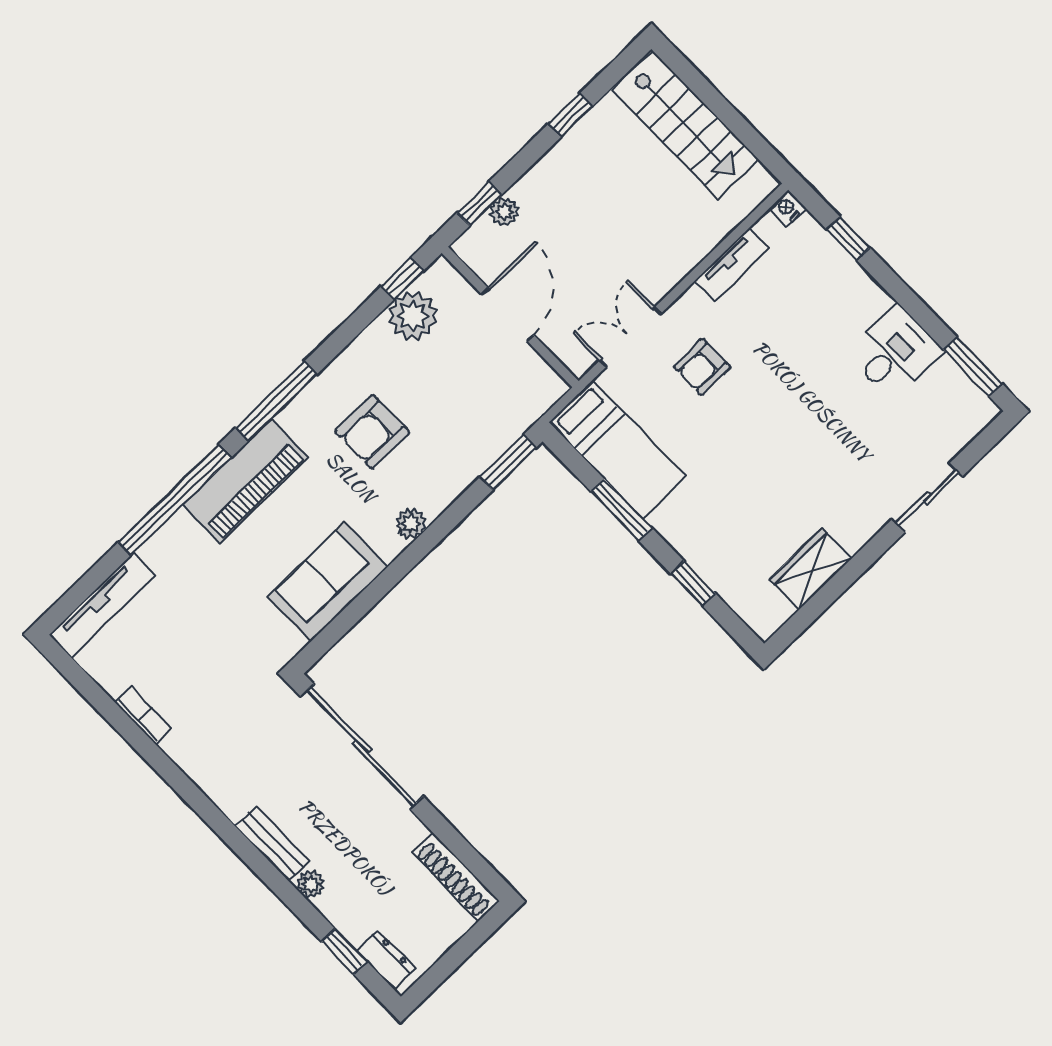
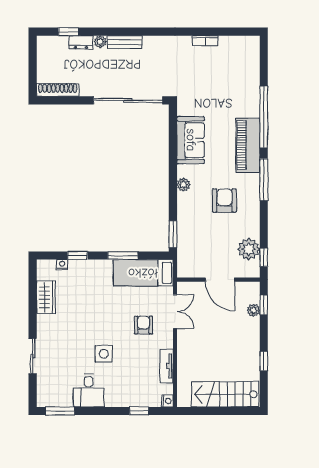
side table: (811, 386) -> (104, 354), added
nightstand: (732, 594) -> (62, 265), added
tv unit: (102, 605) -> (253, 62), removed
dresser: (386, 960) -> (81, 42), moved

